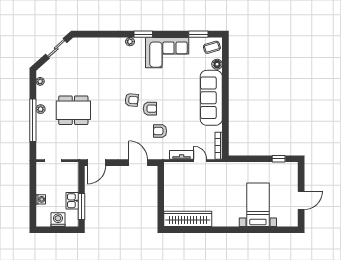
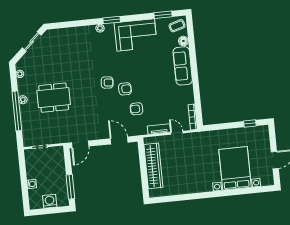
sofa: (211, 98) -> (183, 66), width x0.74, depth x0.79
kitchen sink: (72, 201) -> (61, 182), removed
bed with nightstands: (258, 205) -> (235, 168), width x1.36
wardrobe: (188, 219) -> (153, 166), moved, turned 90

